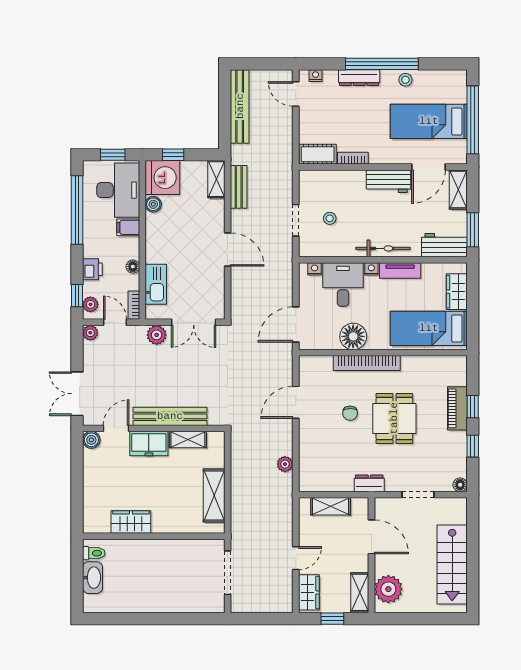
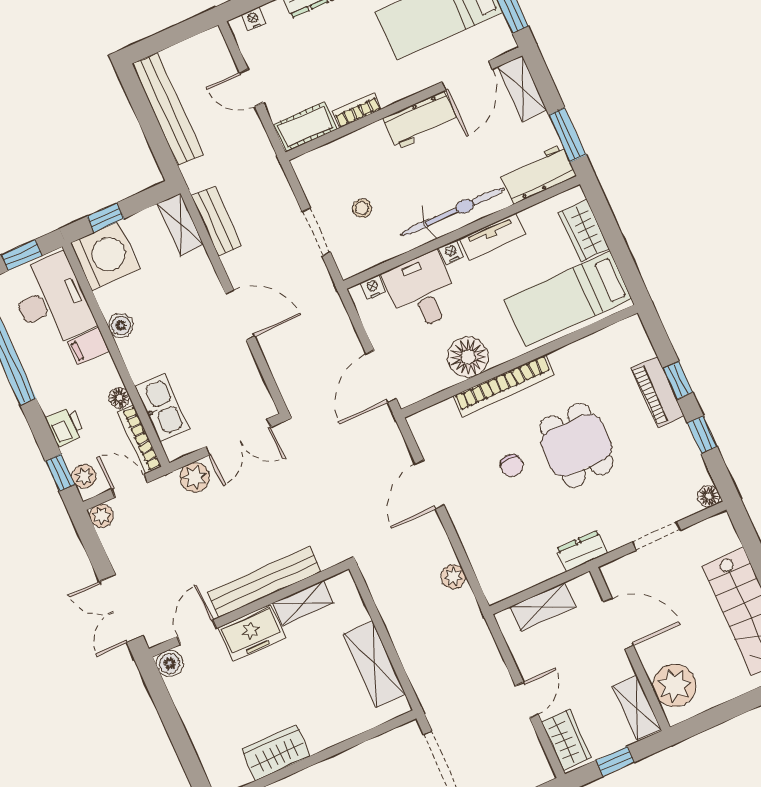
door: (296, 94) -> (251, 88), moved
boiler: (153, 204) -> (121, 325), moved
bicycle: (383, 248) -> (452, 212), width x1.37, depth x1.40
bookcase: (134, 305) -> (140, 439), width x1.56

